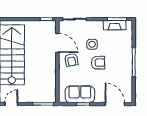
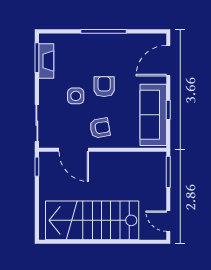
door: (57, 43) -> (74, 150), swing flipped
sofa: (80, 94) -> (153, 115), width x1.36

